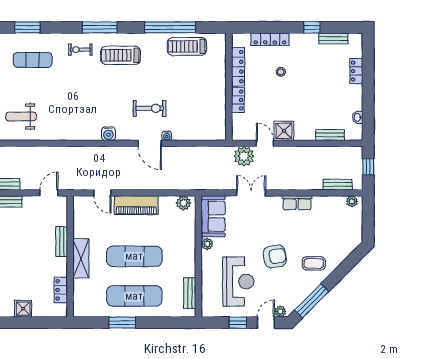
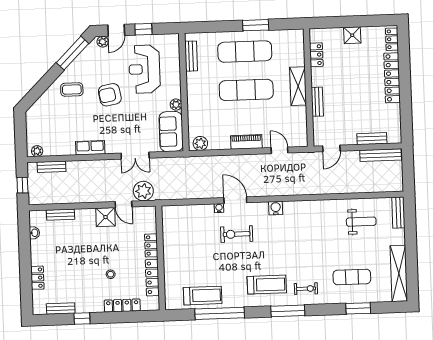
piano: (136, 205) -> (246, 142), width x0.73, depth x0.75

